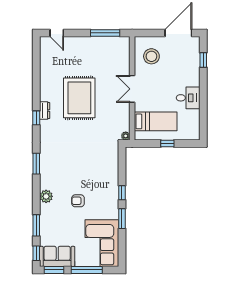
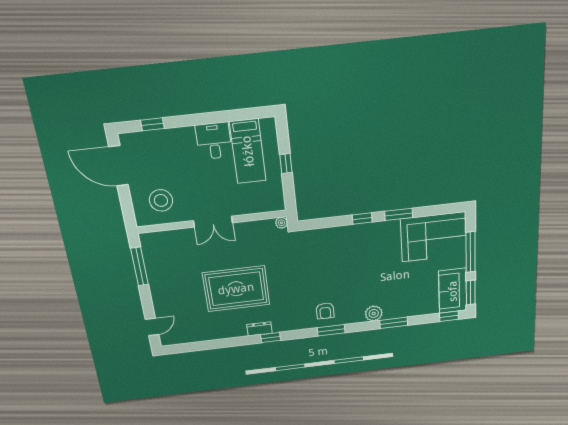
bed: (156, 121) -> (248, 151), moved, turned 180
armchair: (78, 201) -> (325, 311), moved
window: (36, 225) -> (394, 323), moved

